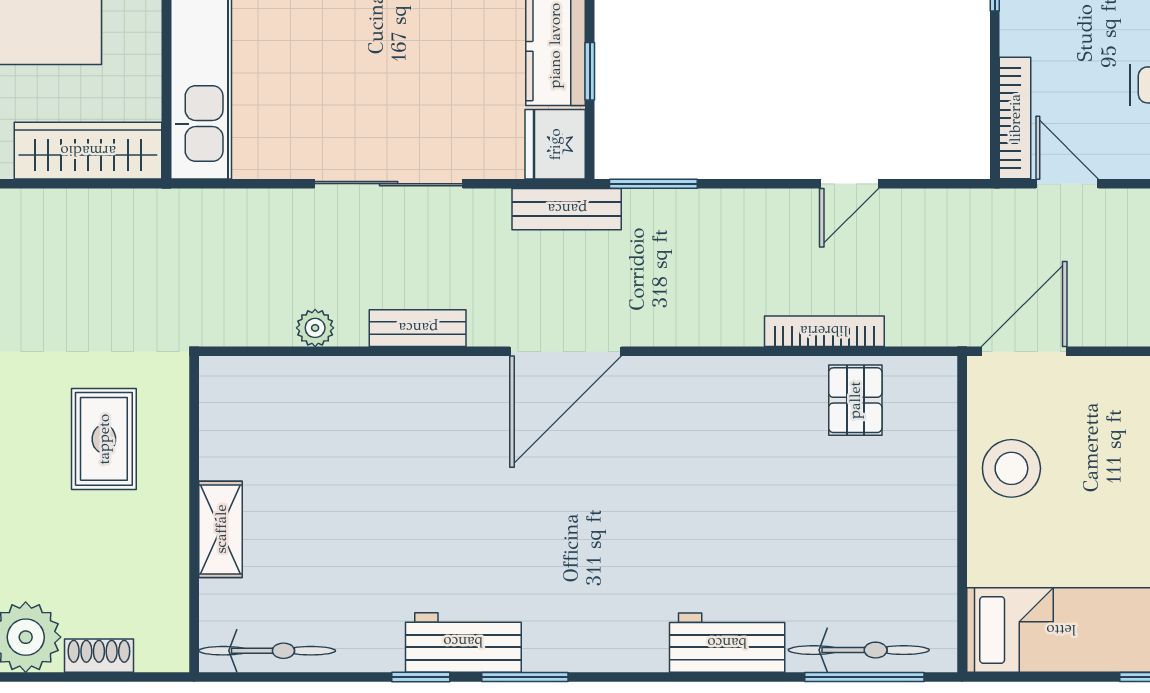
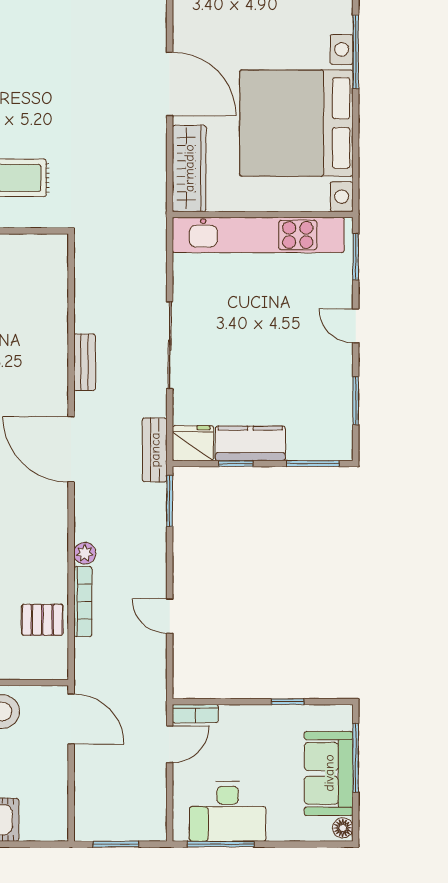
bookcase: (1015, 118) -> (195, 714), width x0.64
plant: (315, 328) -> (85, 553), moved

